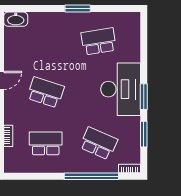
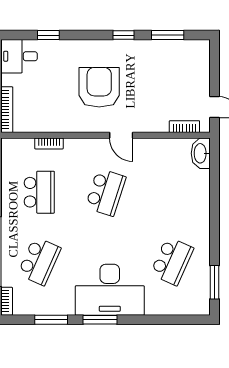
window: (78, 9) -> (215, 282), moved
school desk: (99, 41) -> (172, 261), turned 33

